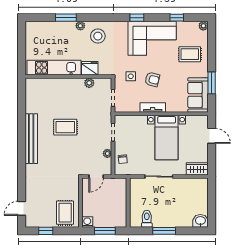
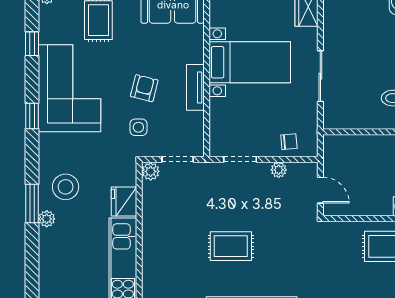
window: (66, 18) -> (32, 203), moved
plant: (89, 83) -> (151, 171), moved
rug: (65, 127) -> (231, 246), turned 90

